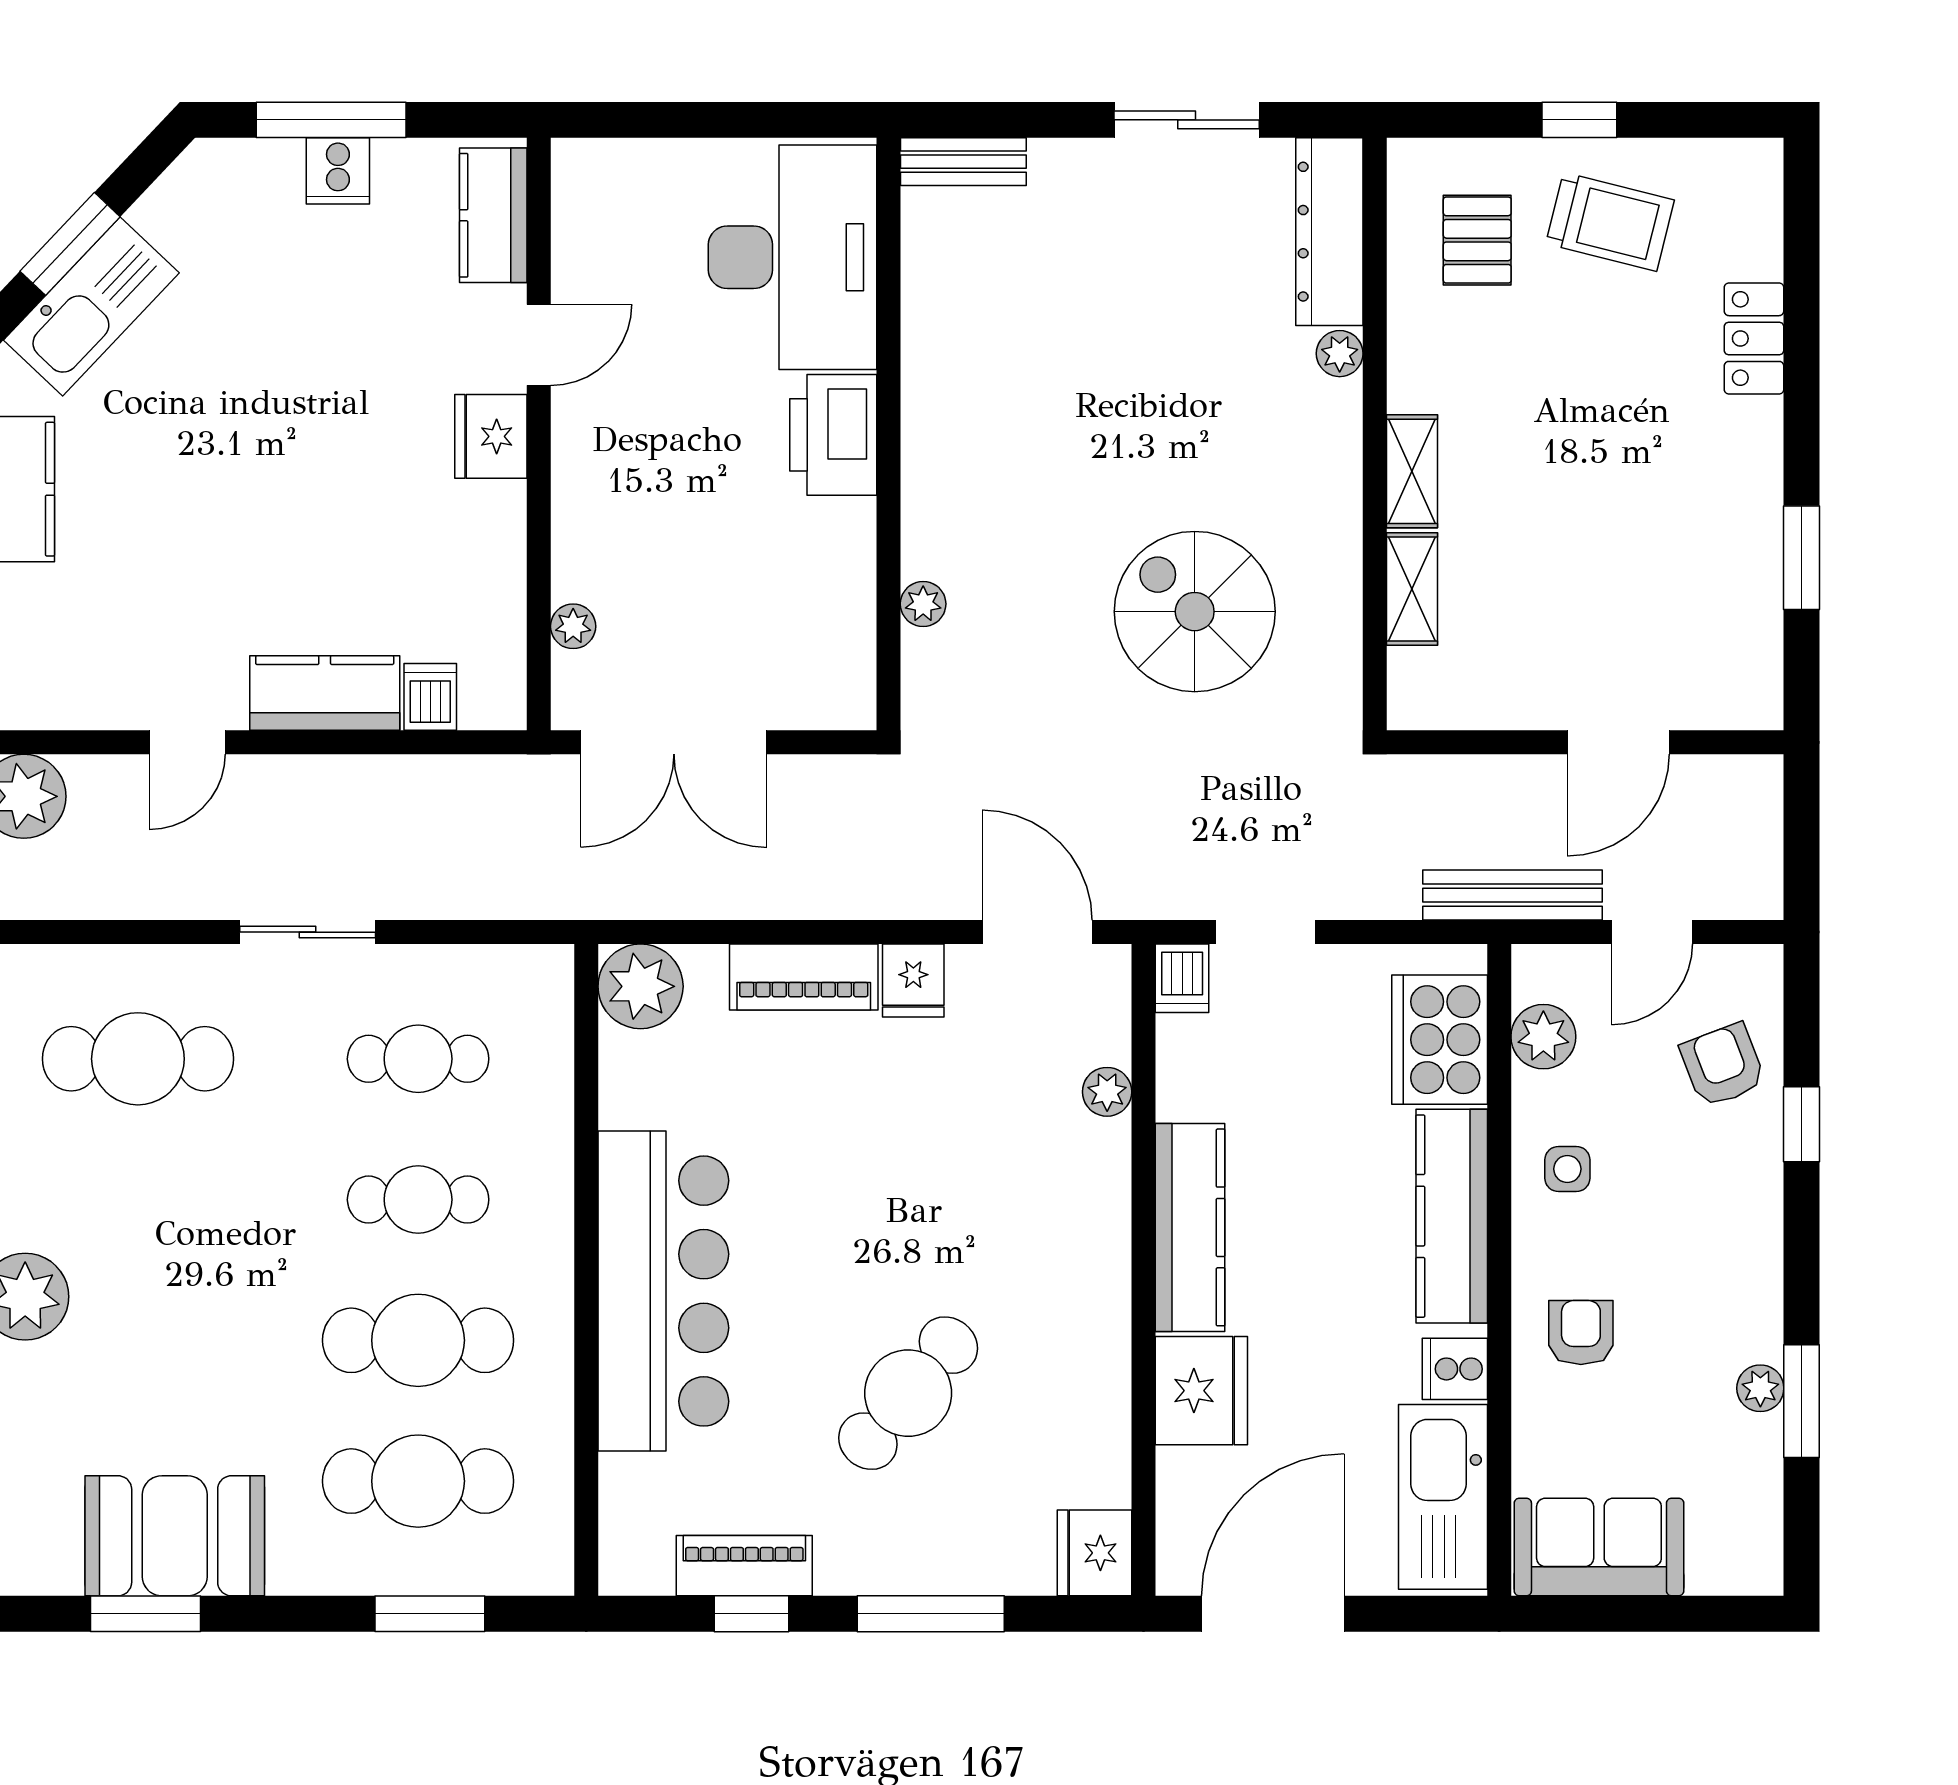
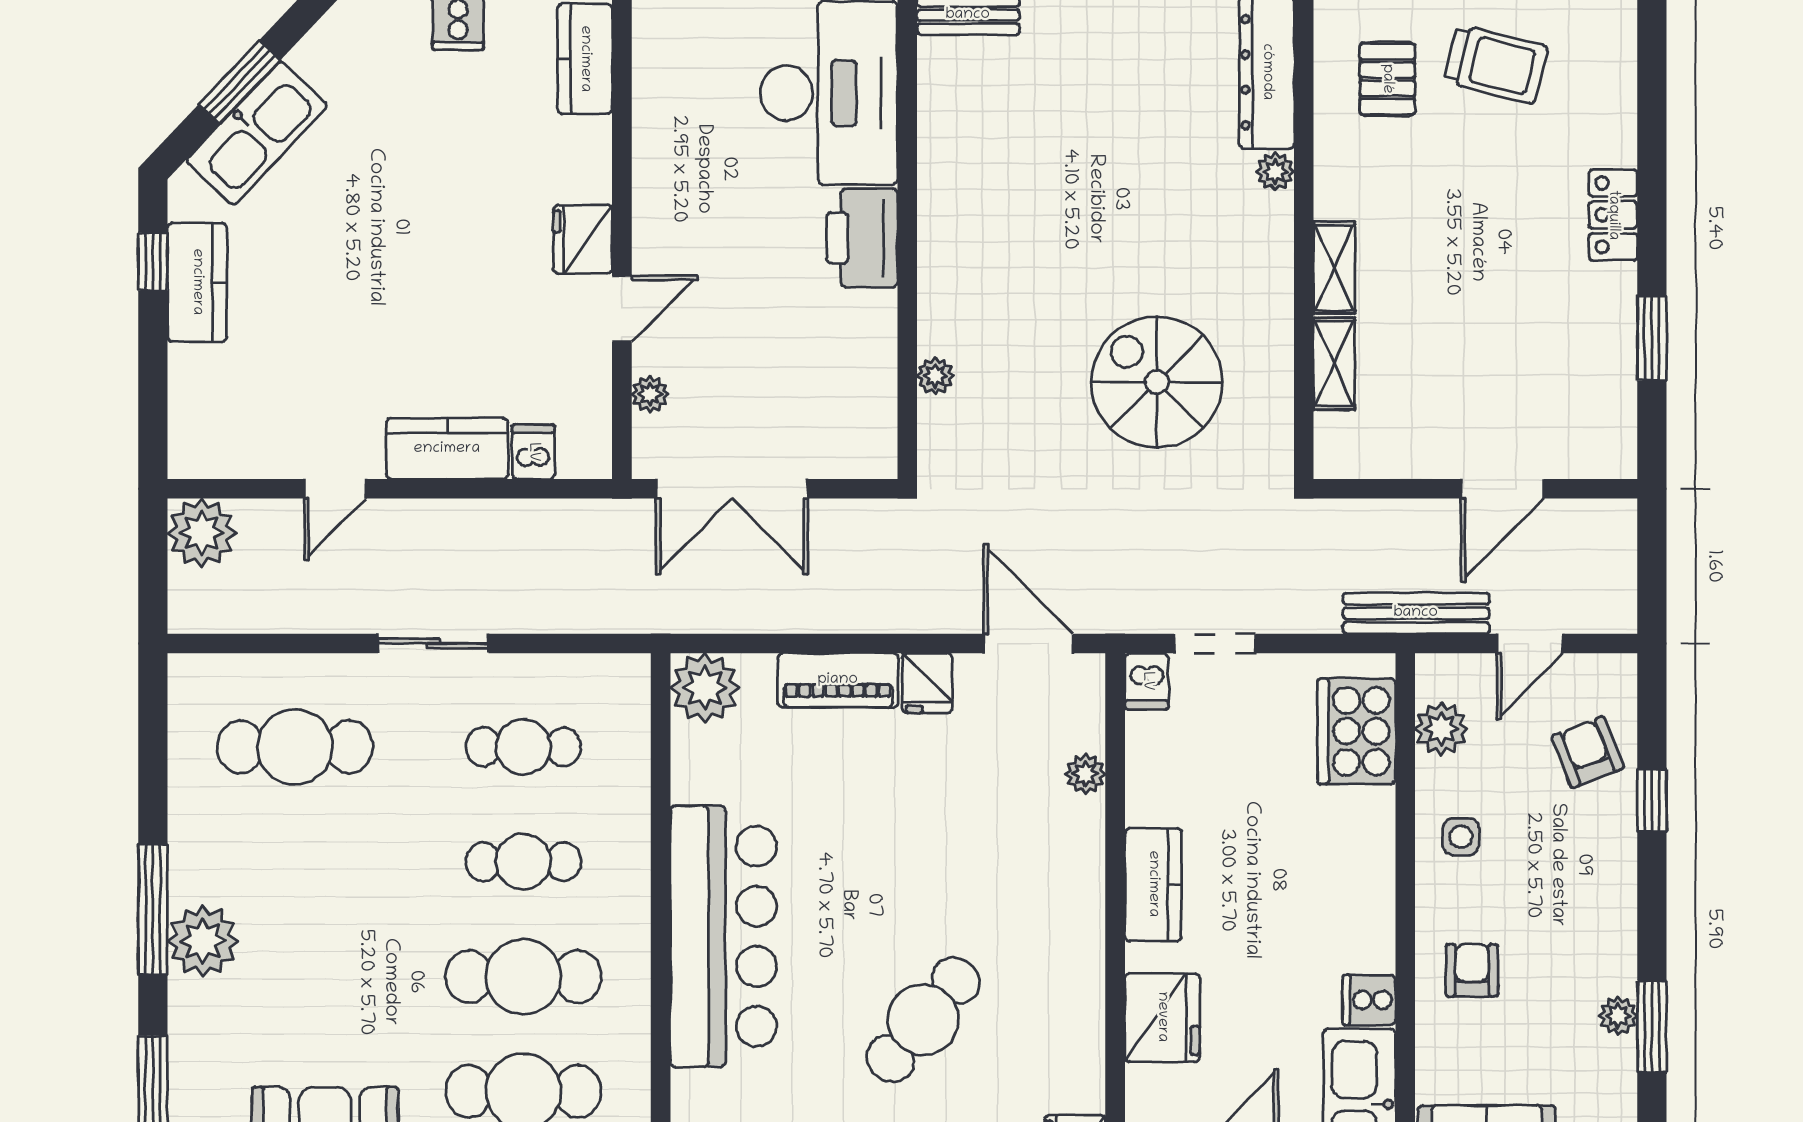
locker: (1754, 339) -> (1613, 215), moved
door: (539, 345) -> (622, 309), moved
kitchen counter: (1452, 1216) -> (1367, 875), removed
kitchen counter: (1190, 1227) -> (1153, 884), width x0.67

